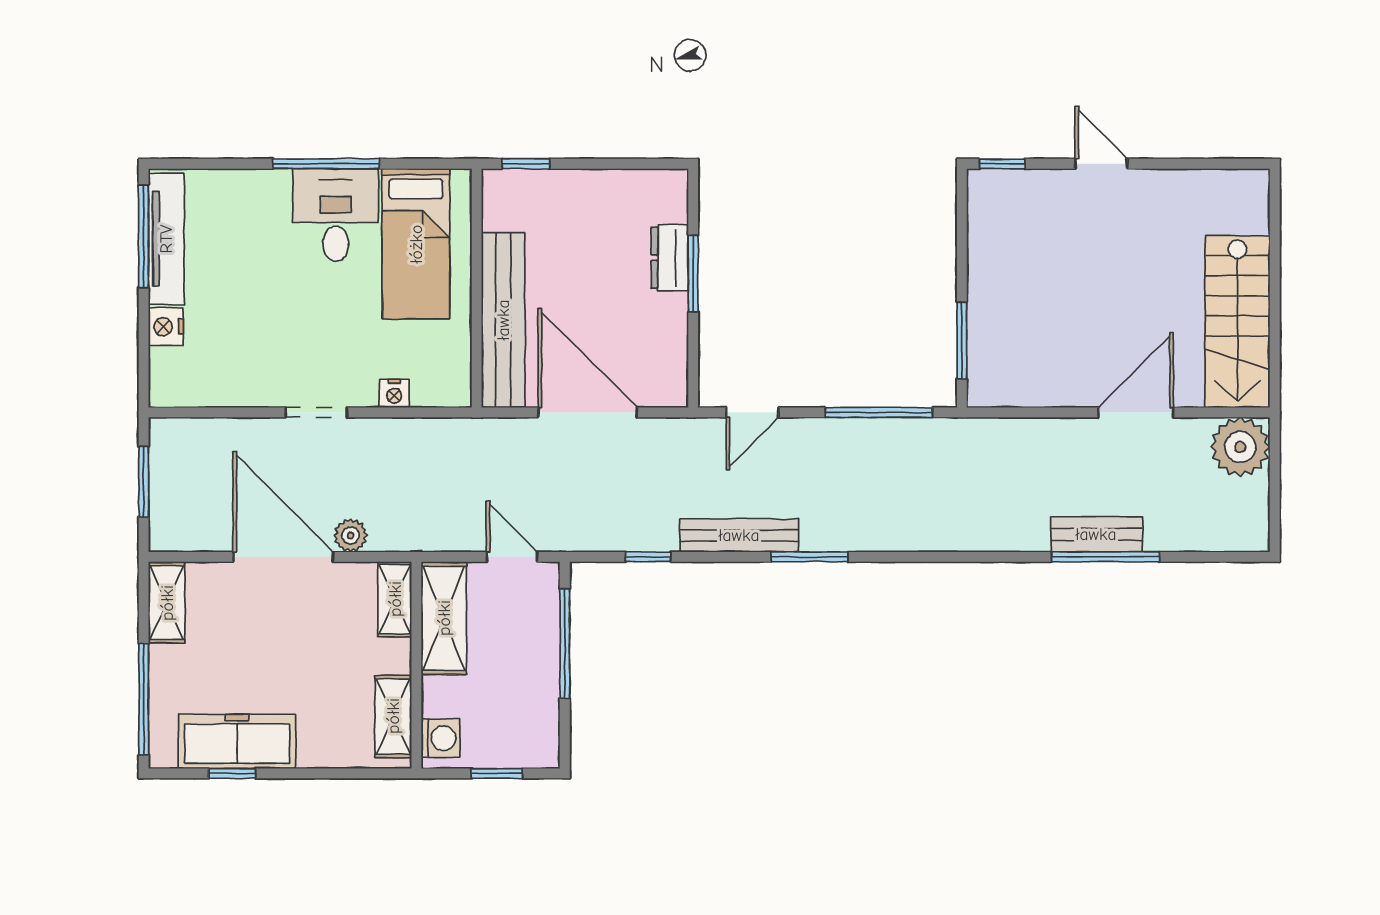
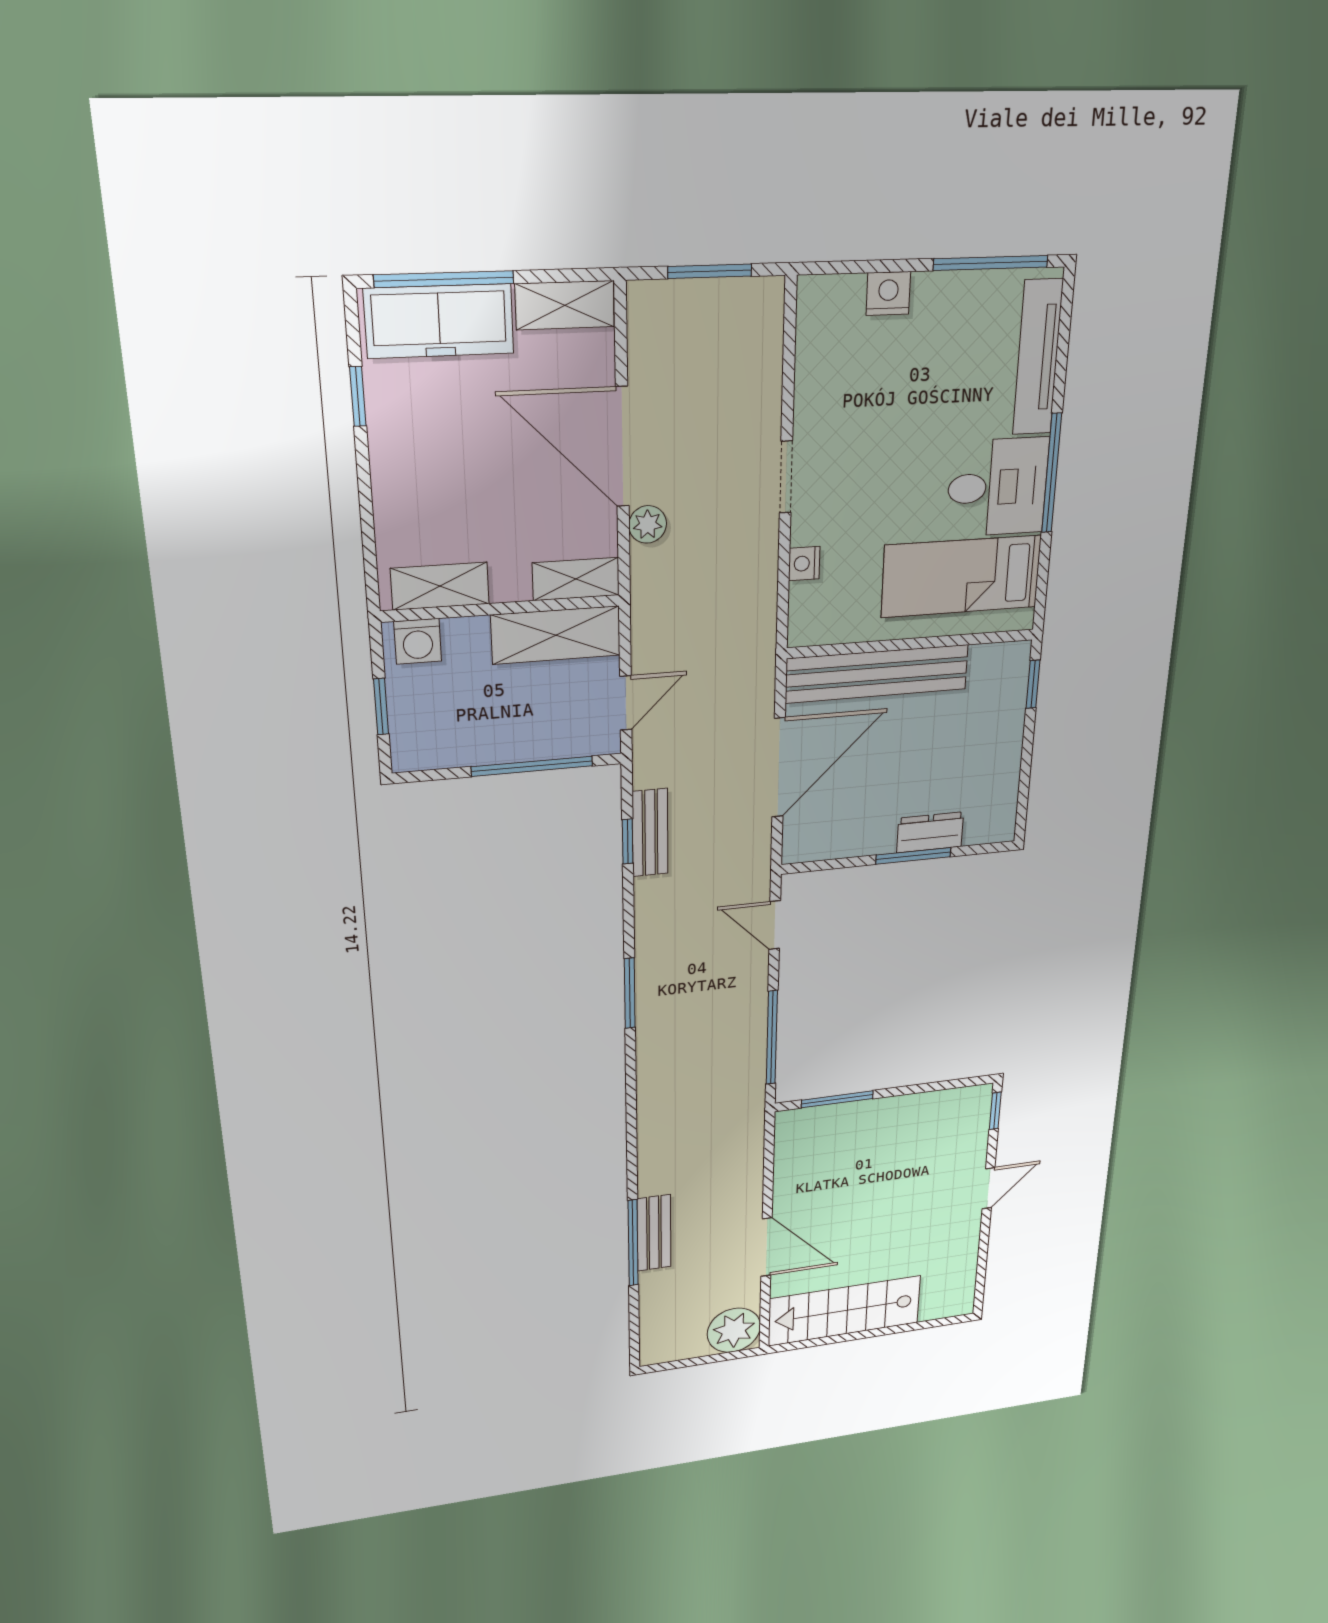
tv unit: (166, 239) -> (1038, 358), moved, turned 90
bench: (739, 535) -> (650, 833), moved, width x0.73
door: (283, 557) -> (622, 447), swing flipped
freezer: (237, 741) -> (439, 321), moved, turned 90

